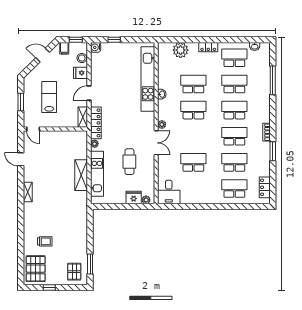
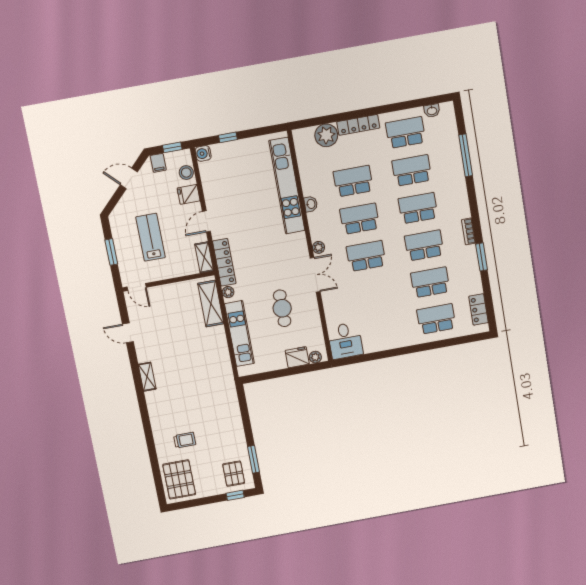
locker: (208, 47) -> (358, 125), width x1.53
school desk: (193, 162) -> (366, 256), moved
shelving: (81, 175) -> (211, 304), moved
window: (49, 287) -> (235, 495), moved

